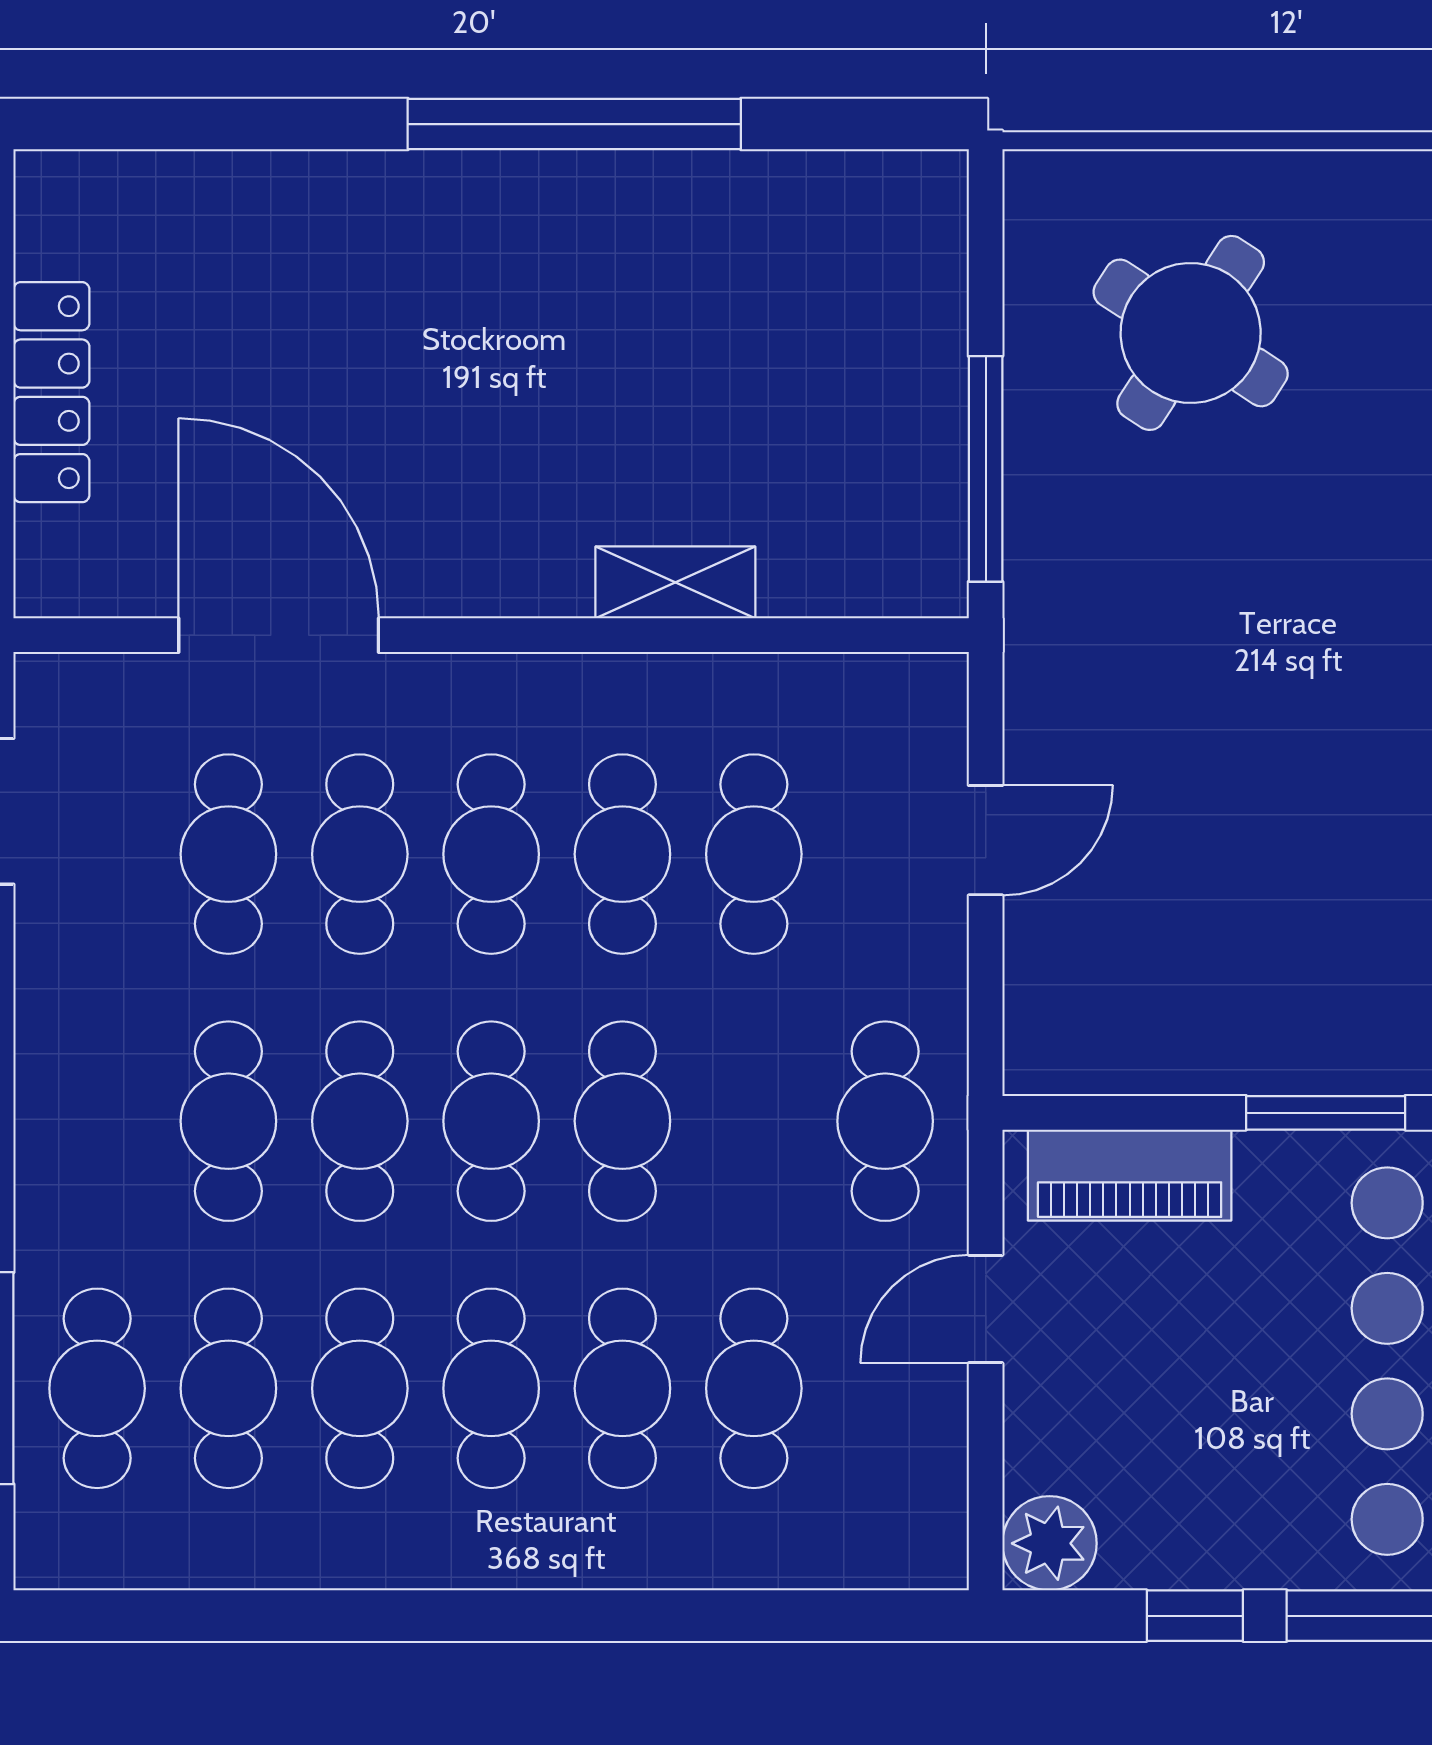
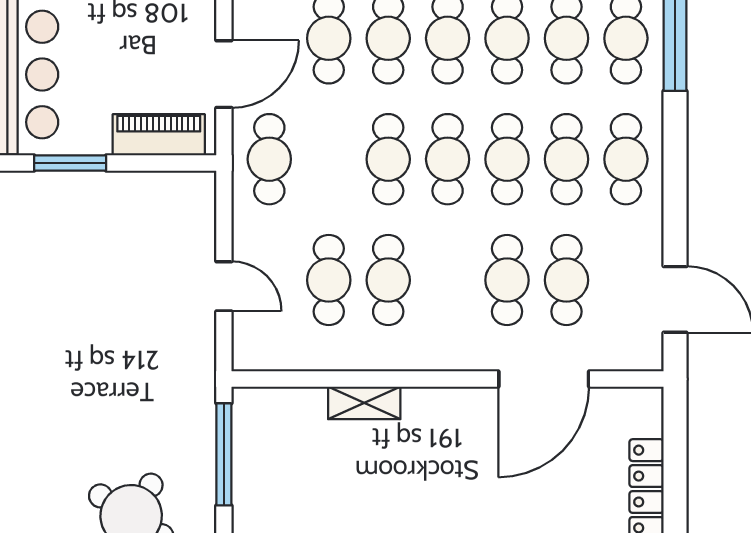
door: (279, 635) -> (544, 379), hinge flipped
door: (986, 840) -> (224, 286), swing flipped
cafe table: (491, 854) -> (626, 159), moved
door: (986, 1309) -> (224, 74), width x1.38

